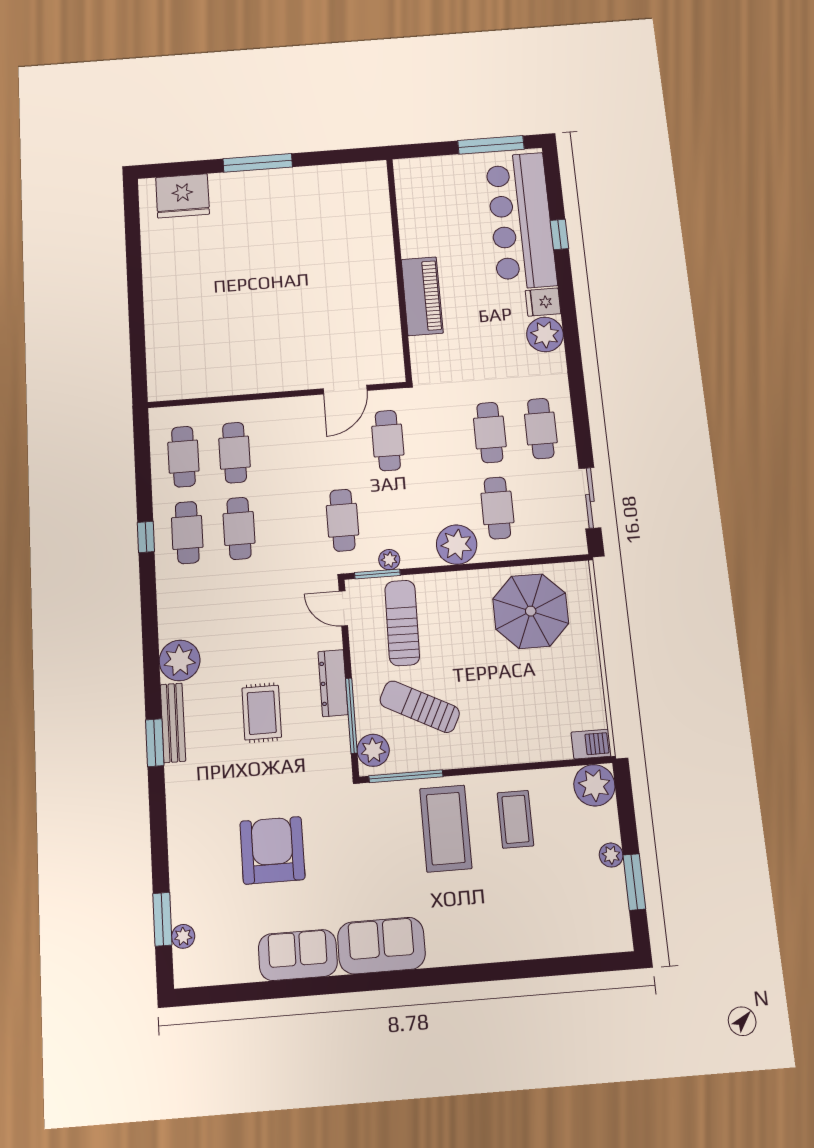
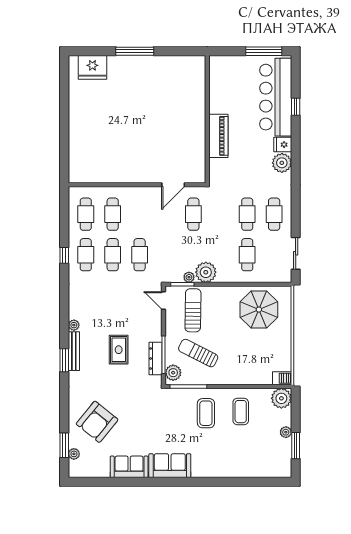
cafe table: (342, 520) -> (140, 255), moved
plant: (457, 545) -> (206, 272), moved
plant: (180, 660) -> (74, 325), width x0.53, depth x0.53
dresser: (333, 683) -> (156, 358), moved
coffee table: (446, 828) -> (206, 413), width x0.73, depth x0.76
armchair: (272, 850) -> (97, 422), moved, turned -141

